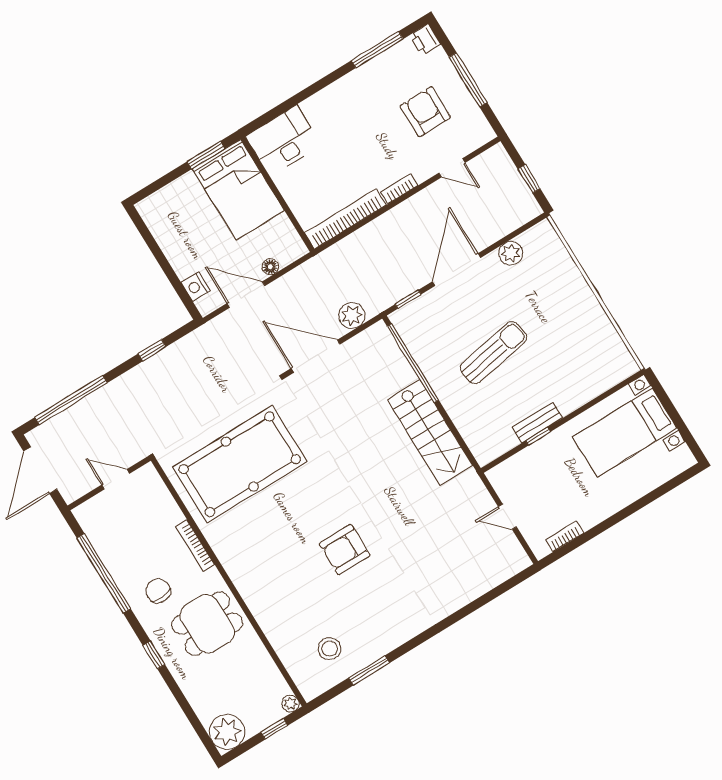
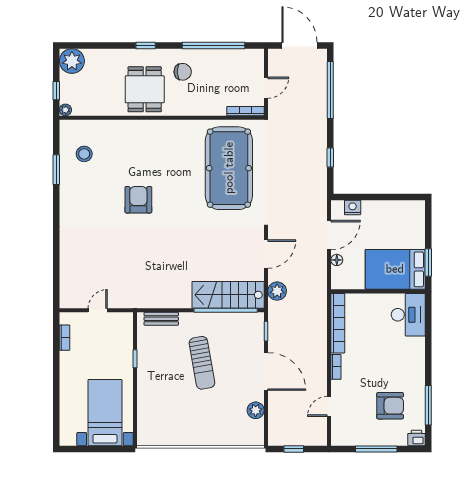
armchair: (425, 112) -> (390, 406), moved
door: (316, 356) -> (266, 254), width x0.73
bench: (537, 423) -> (161, 319), moved, turned 90
stairs: (430, 432) -> (228, 295), moved
bookcase: (195, 545) -> (245, 111), moved

